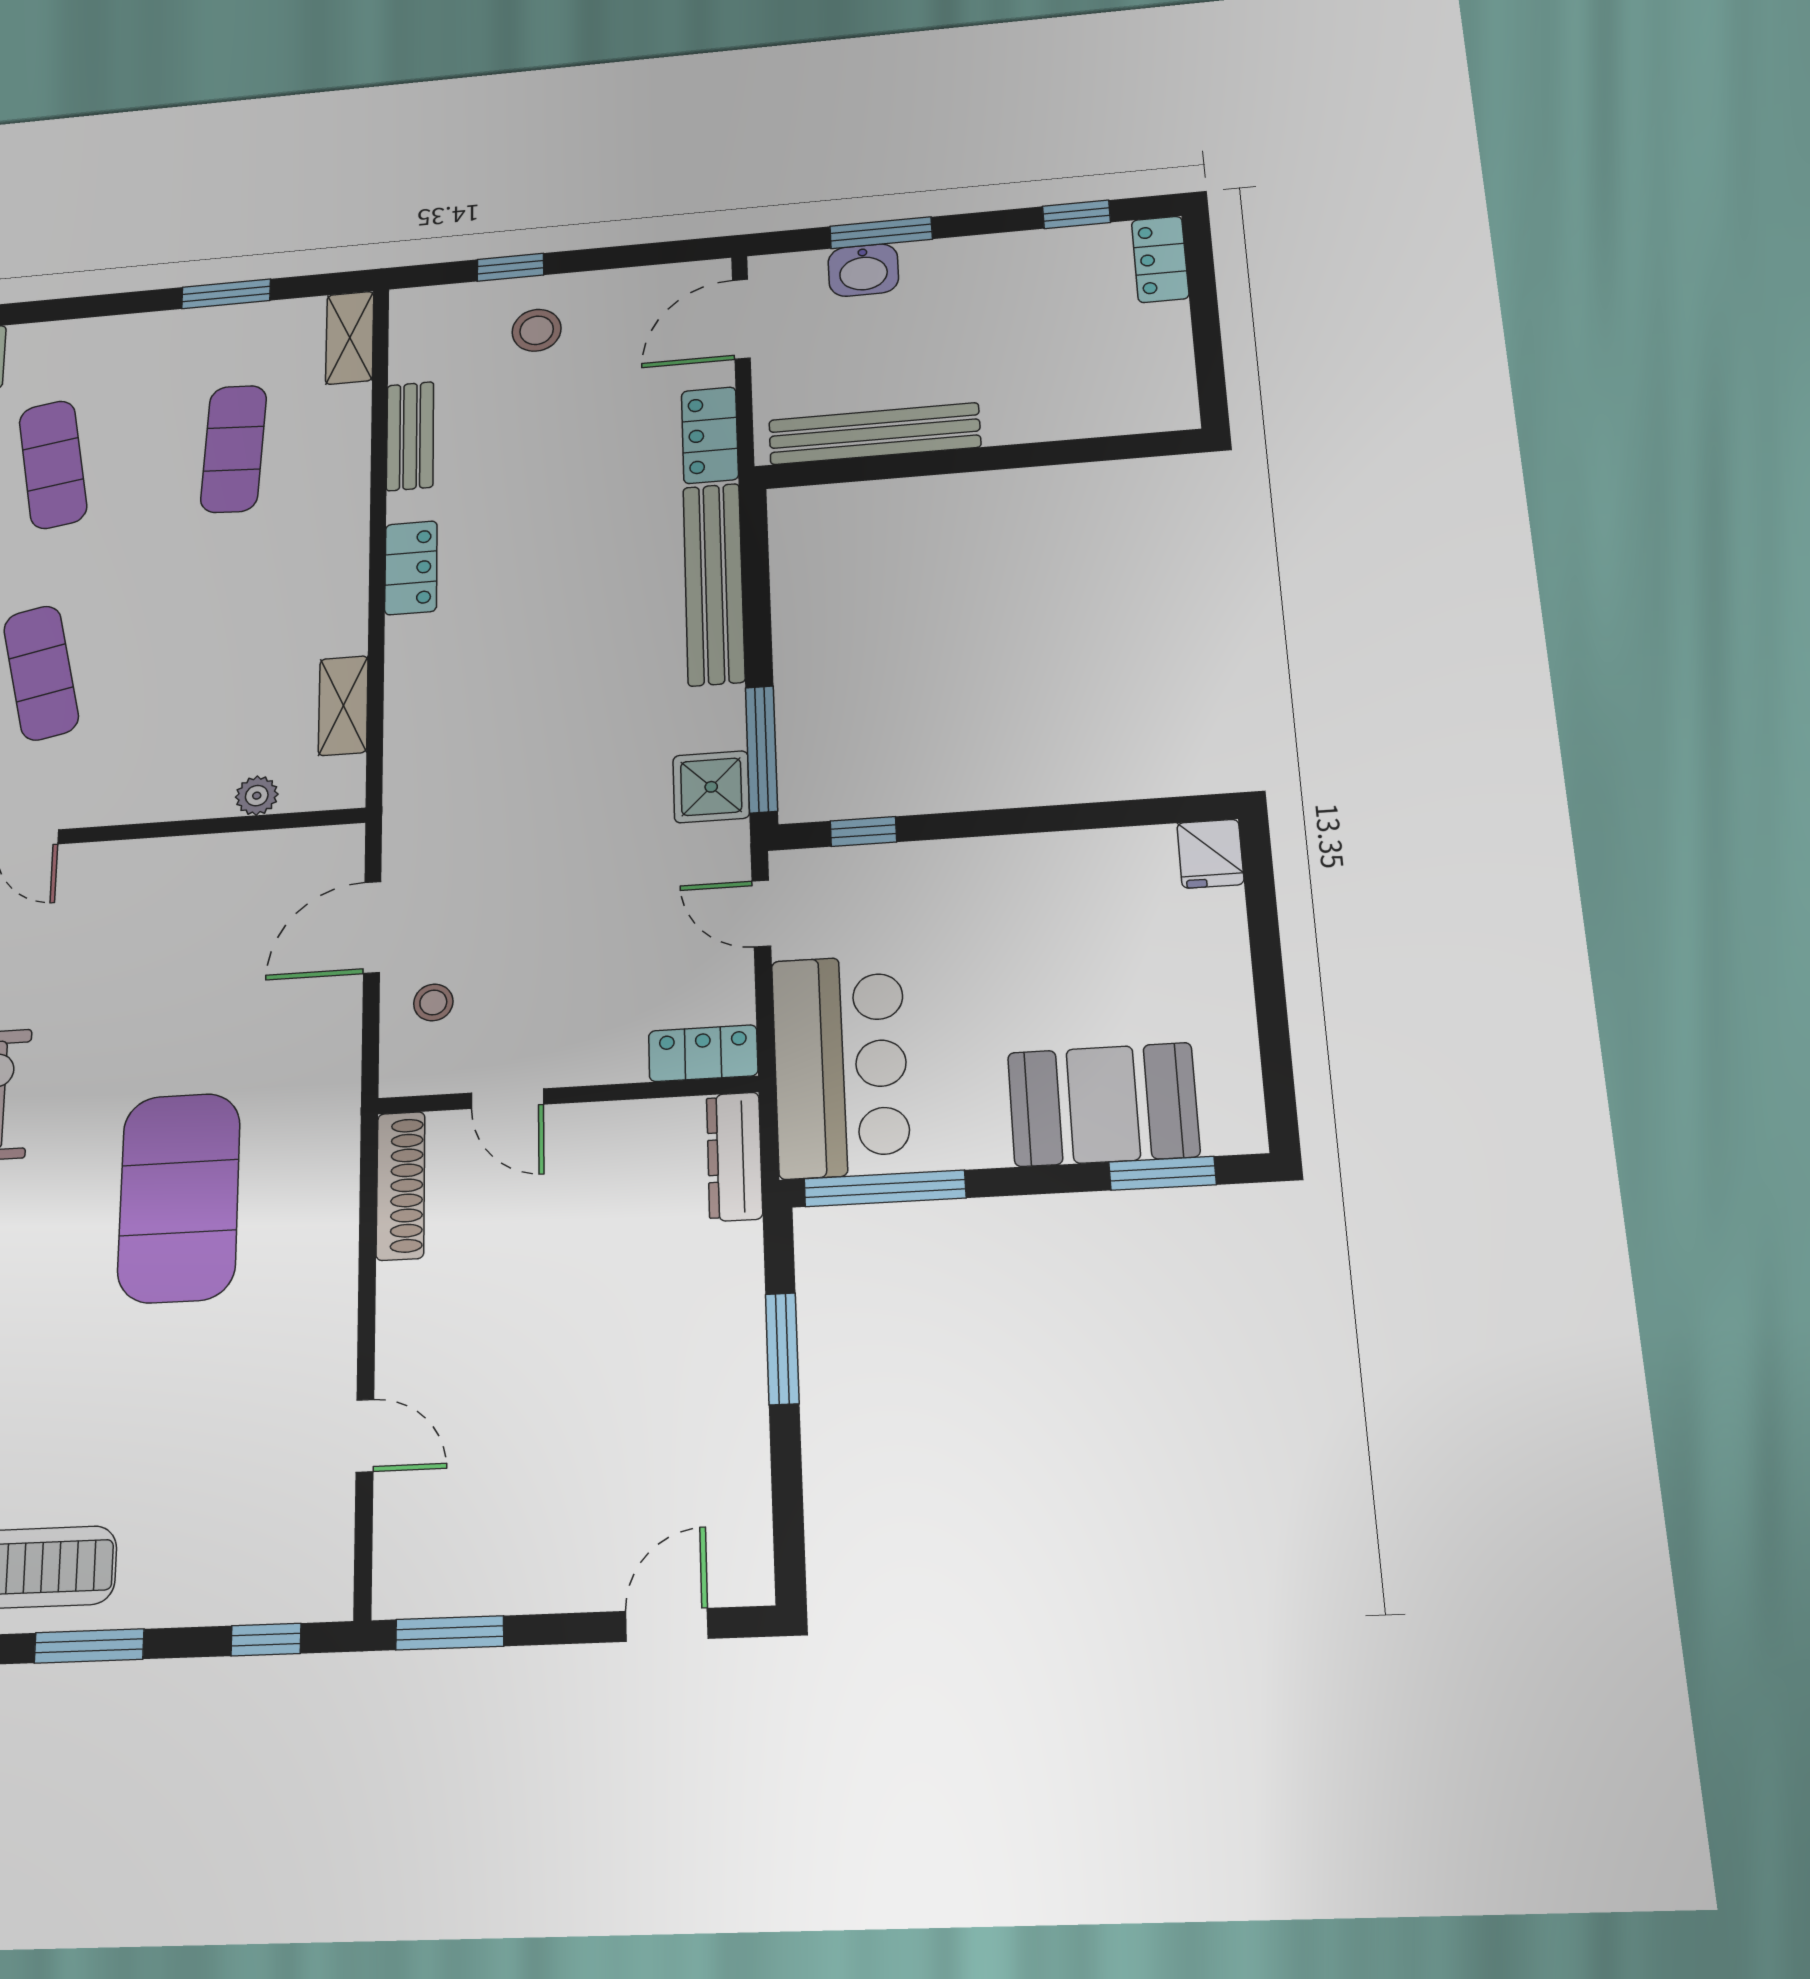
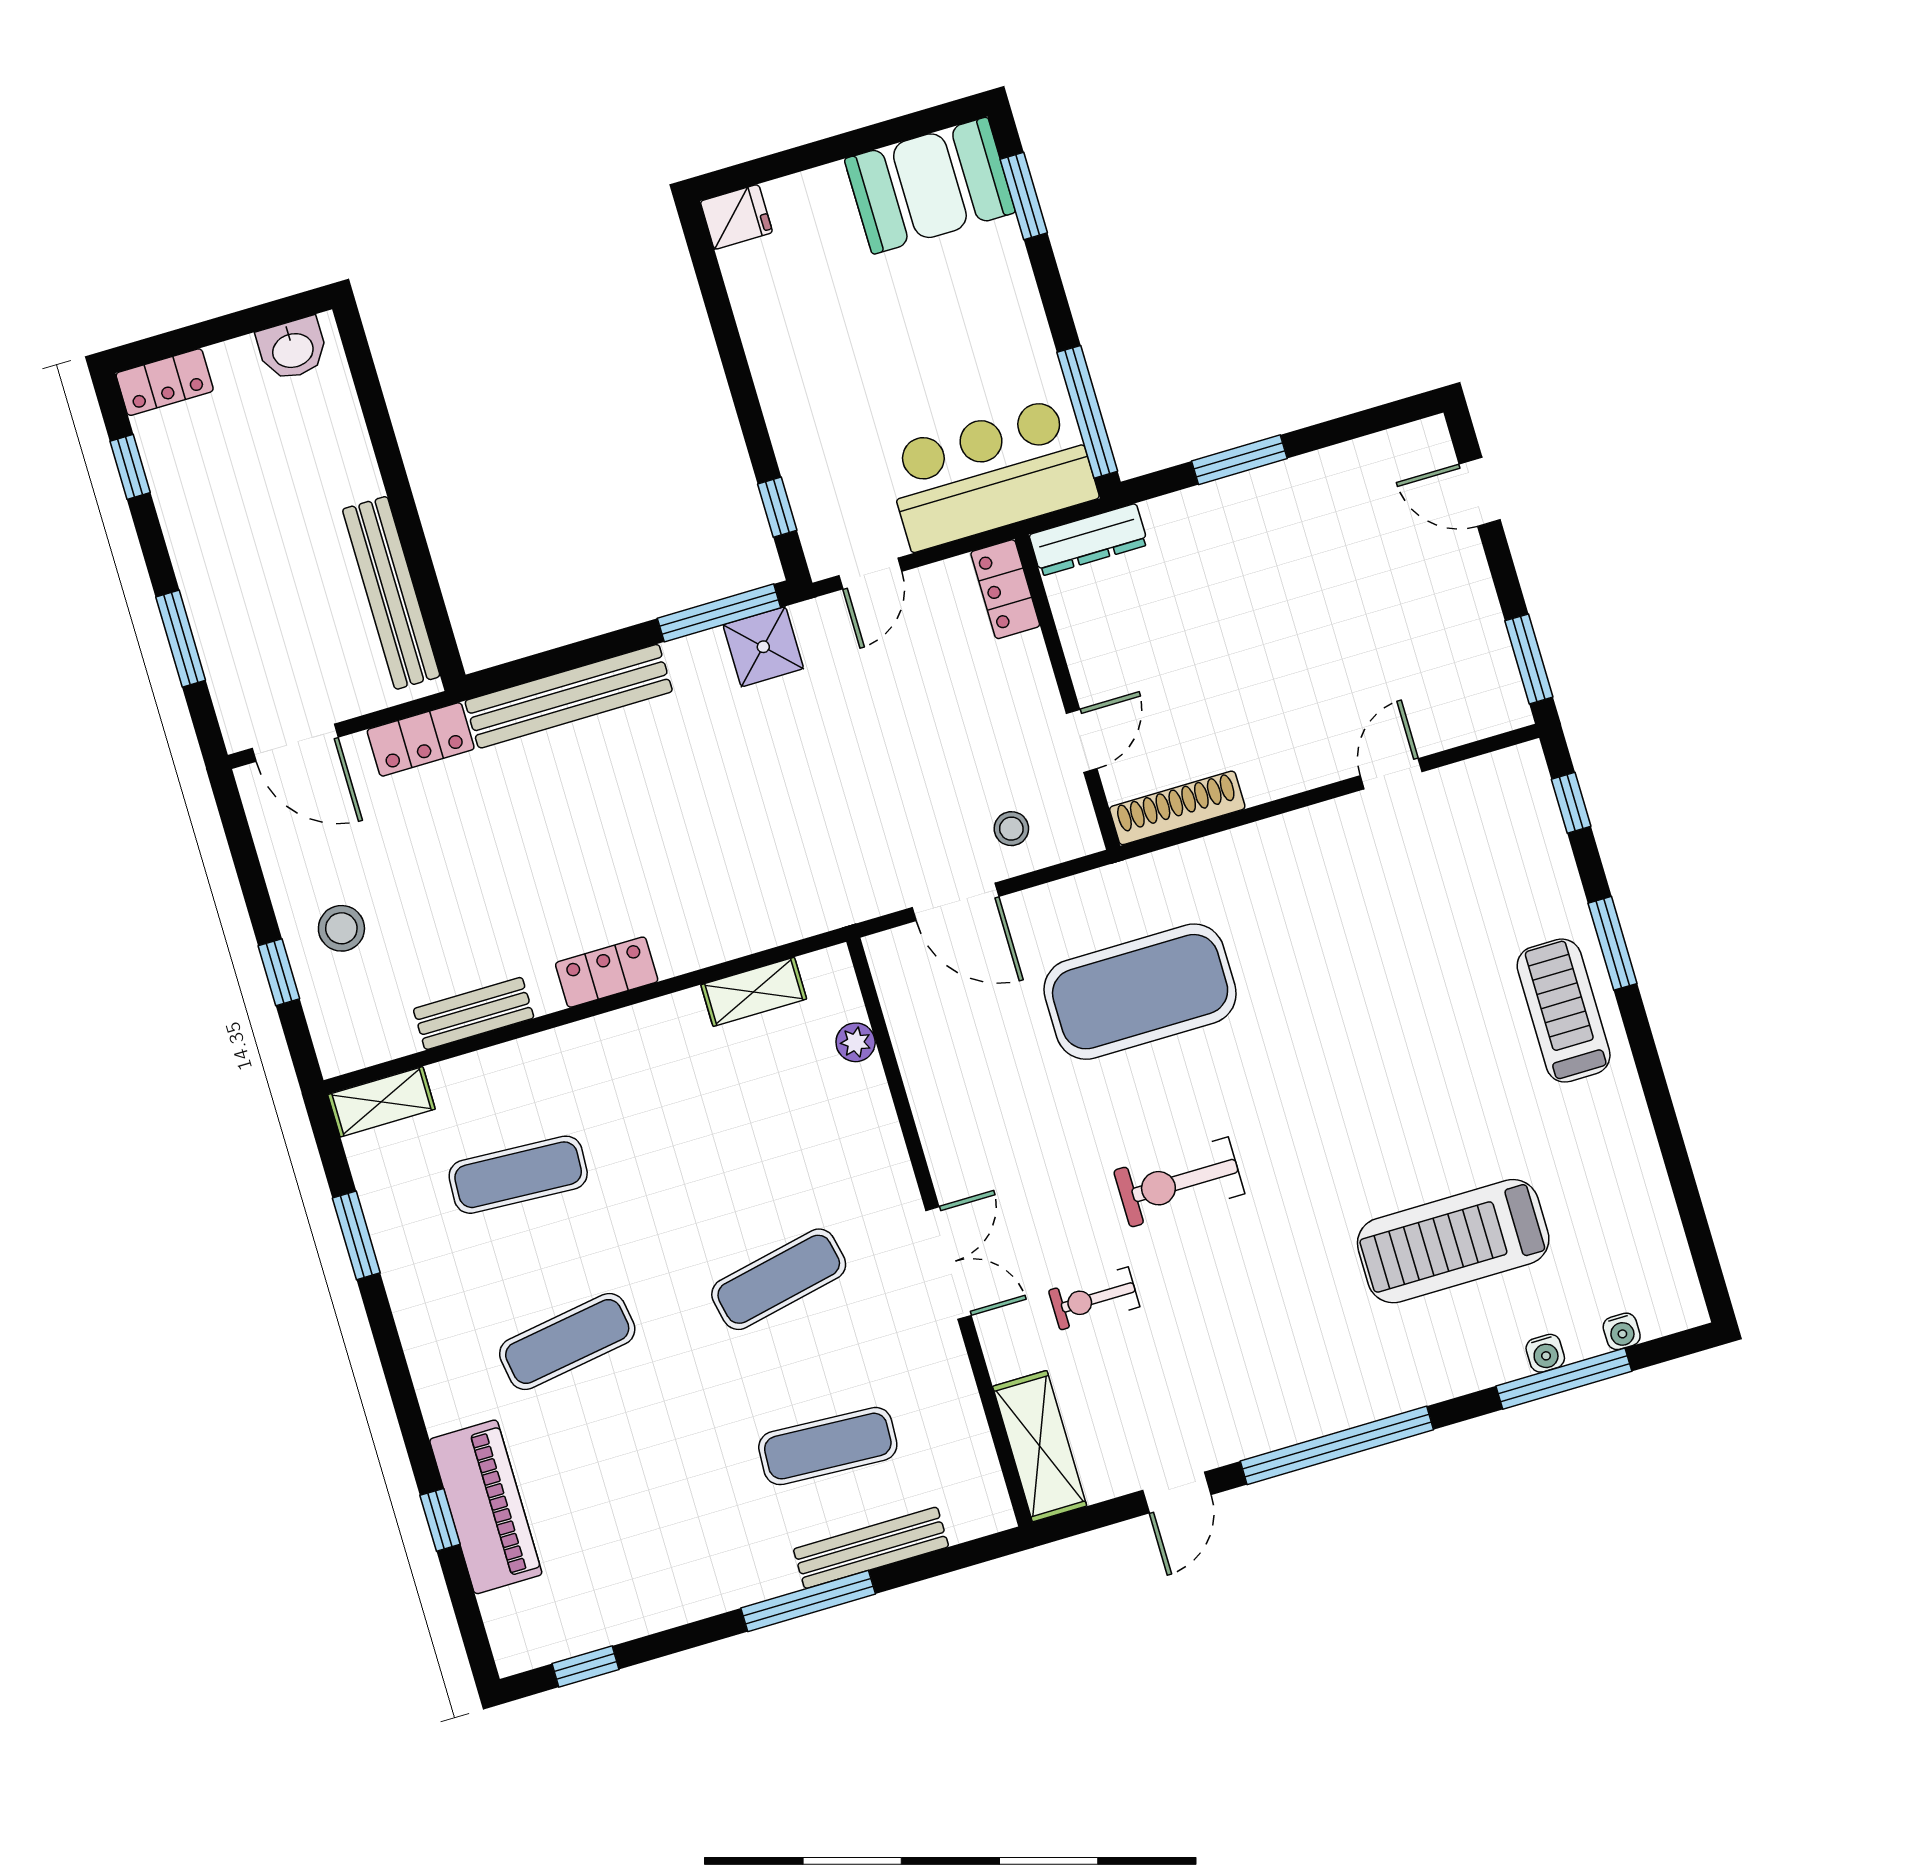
washbasin: (863, 270) -> (292, 349), moved, turned 90
booth: (1103, 1104) -> (930, 186), moved, turned 90
exercise mat: (179, 1197) -> (1140, 992), moved

